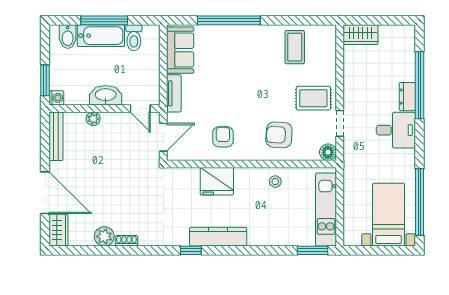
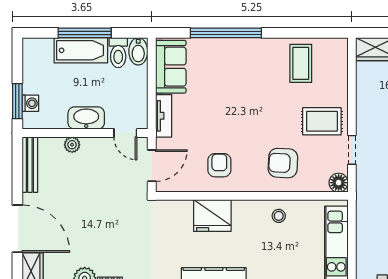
bidet: (68, 37) -> (138, 51), moved
washing machine: (56, 98) -> (30, 103), moved

